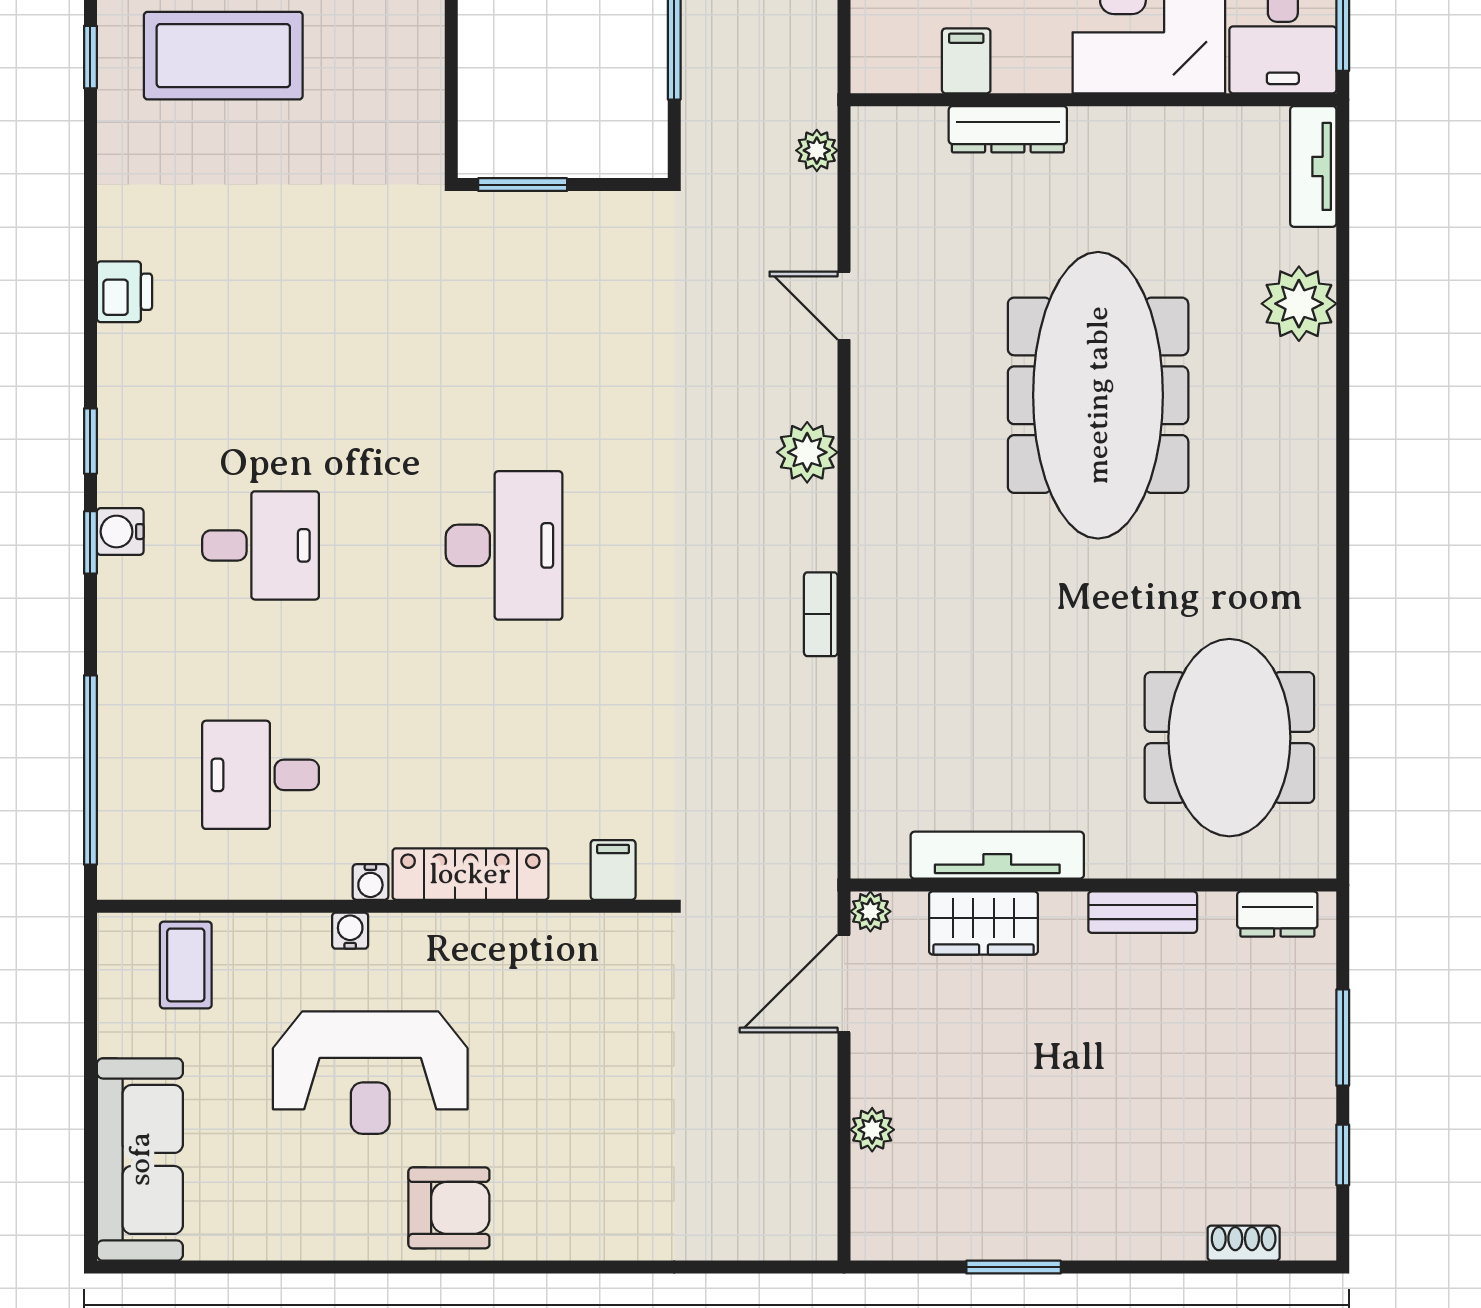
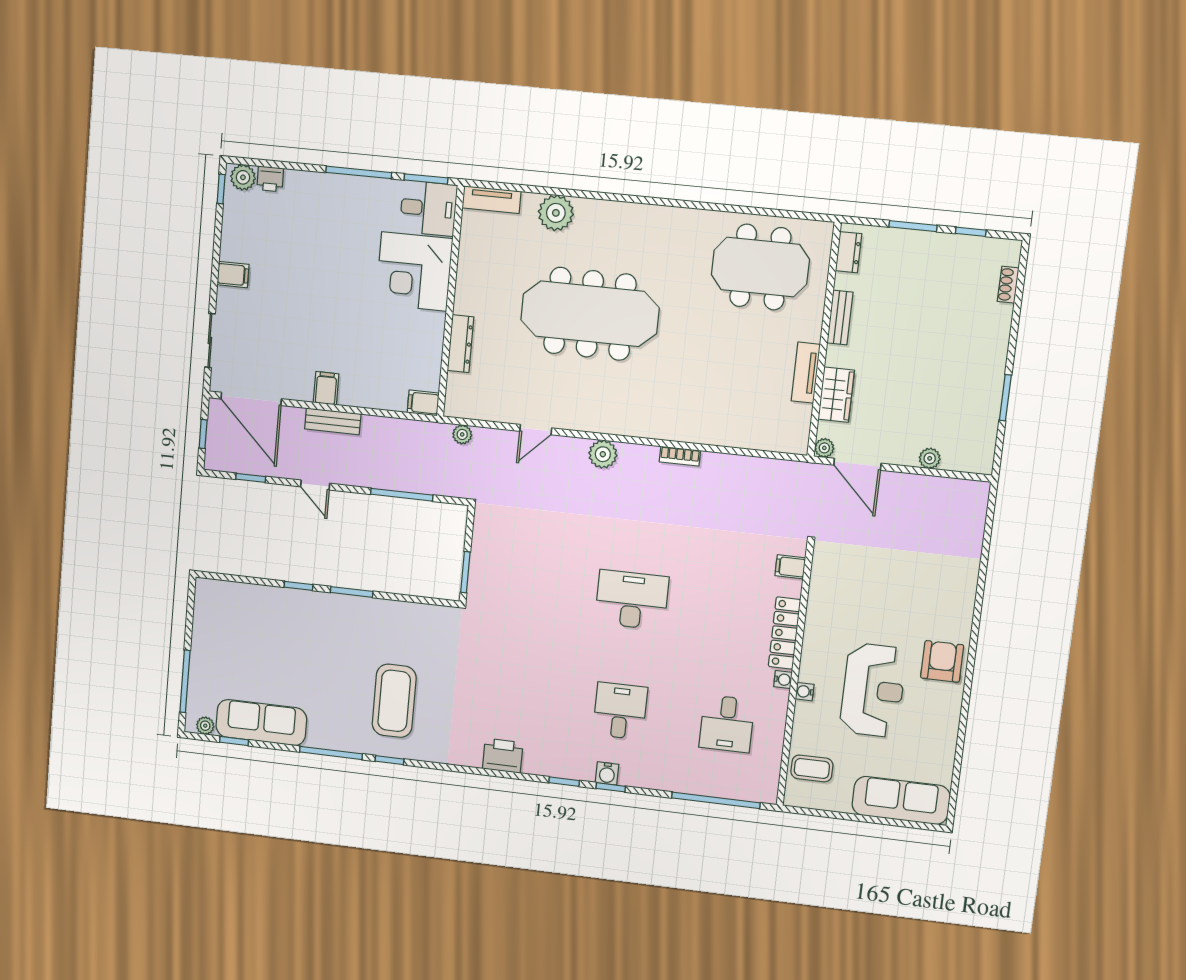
filing cabinet: (966, 61) -> (423, 403), moved
printer: (124, 292) -> (503, 756), width x1.36, depth x1.24
tv unit: (997, 855) -> (806, 373), width x0.71

